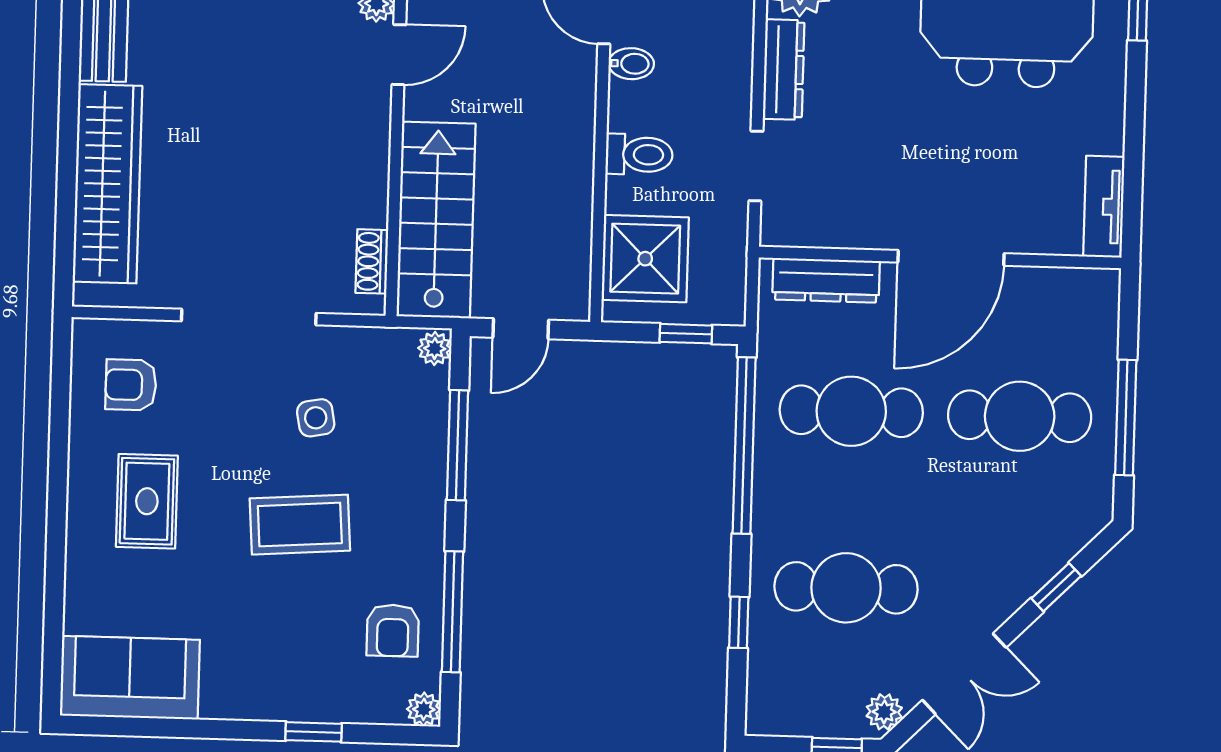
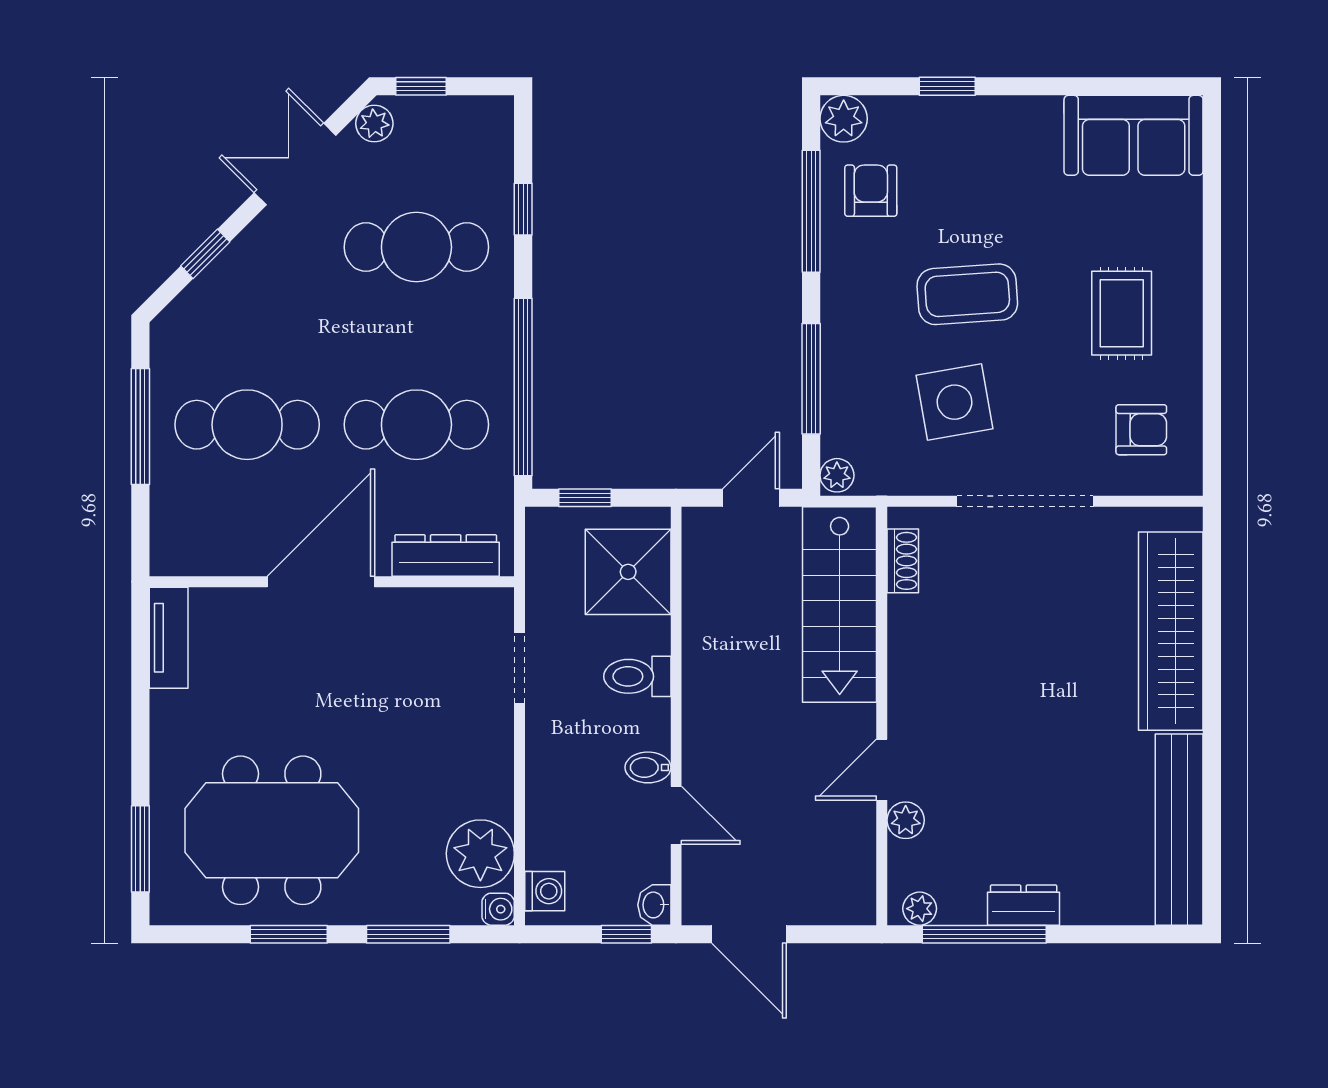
dresser: (784, 70) -> (495, 766), removed
side table: (316, 418) -> (955, 402), width x1.87, depth x1.87
plant: (424, 709) -> (844, 119), width x1.38, depth x1.38

